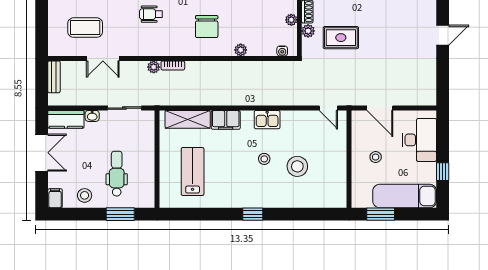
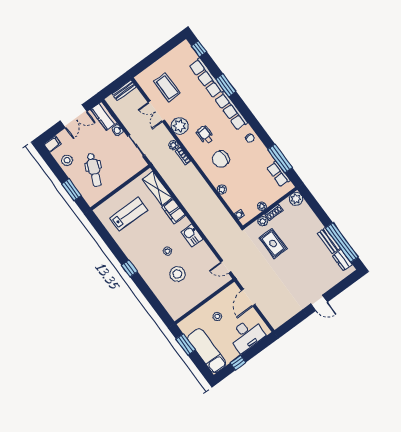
wheelchair: (151, 14) -> (205, 135), moved
plant: (138, 45) -> (180, 126), added
door: (328, 108) -> (226, 267), hinge flipped
dental chair: (117, 174) -> (94, 170), turned 113

